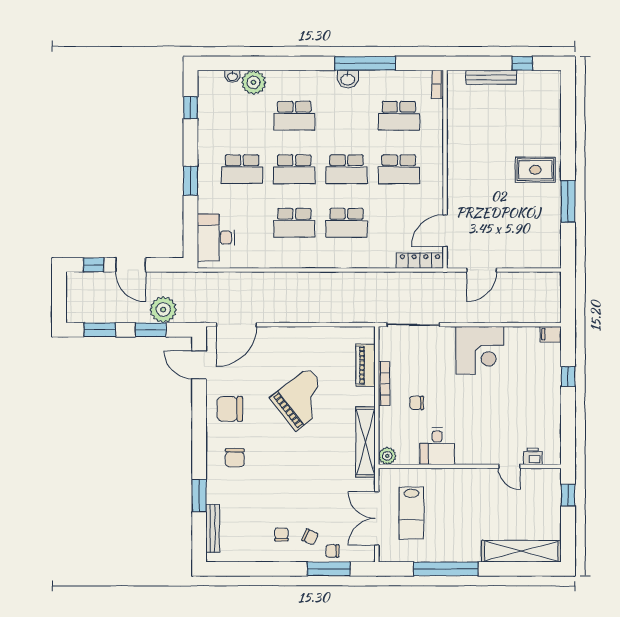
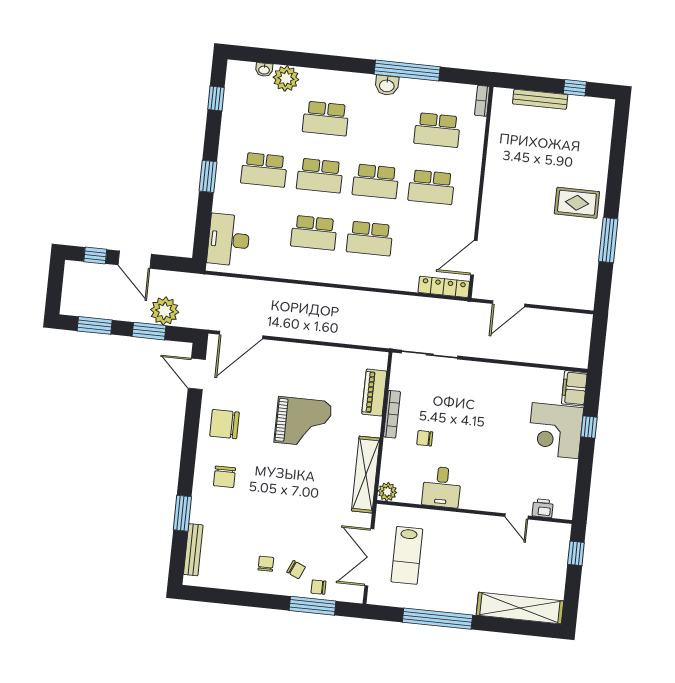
filing cabinet: (551, 334) -> (574, 388), width x2.00
corner desk: (480, 350) -> (555, 431), moved, turned 90
grand piano: (302, 399) -> (303, 422), turned 38

